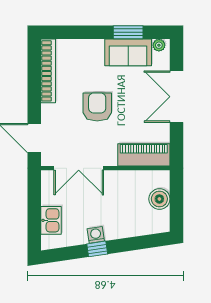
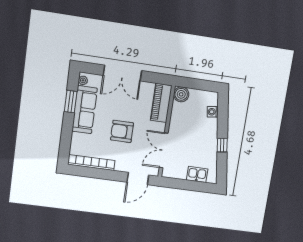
sofa: (128, 52) -> (85, 110), width x1.36
double door: (79, 168) -> (164, 150), swing flipped
boiler: (159, 199) -> (181, 94), moved
washing machine: (96, 235) -> (213, 112), moved

